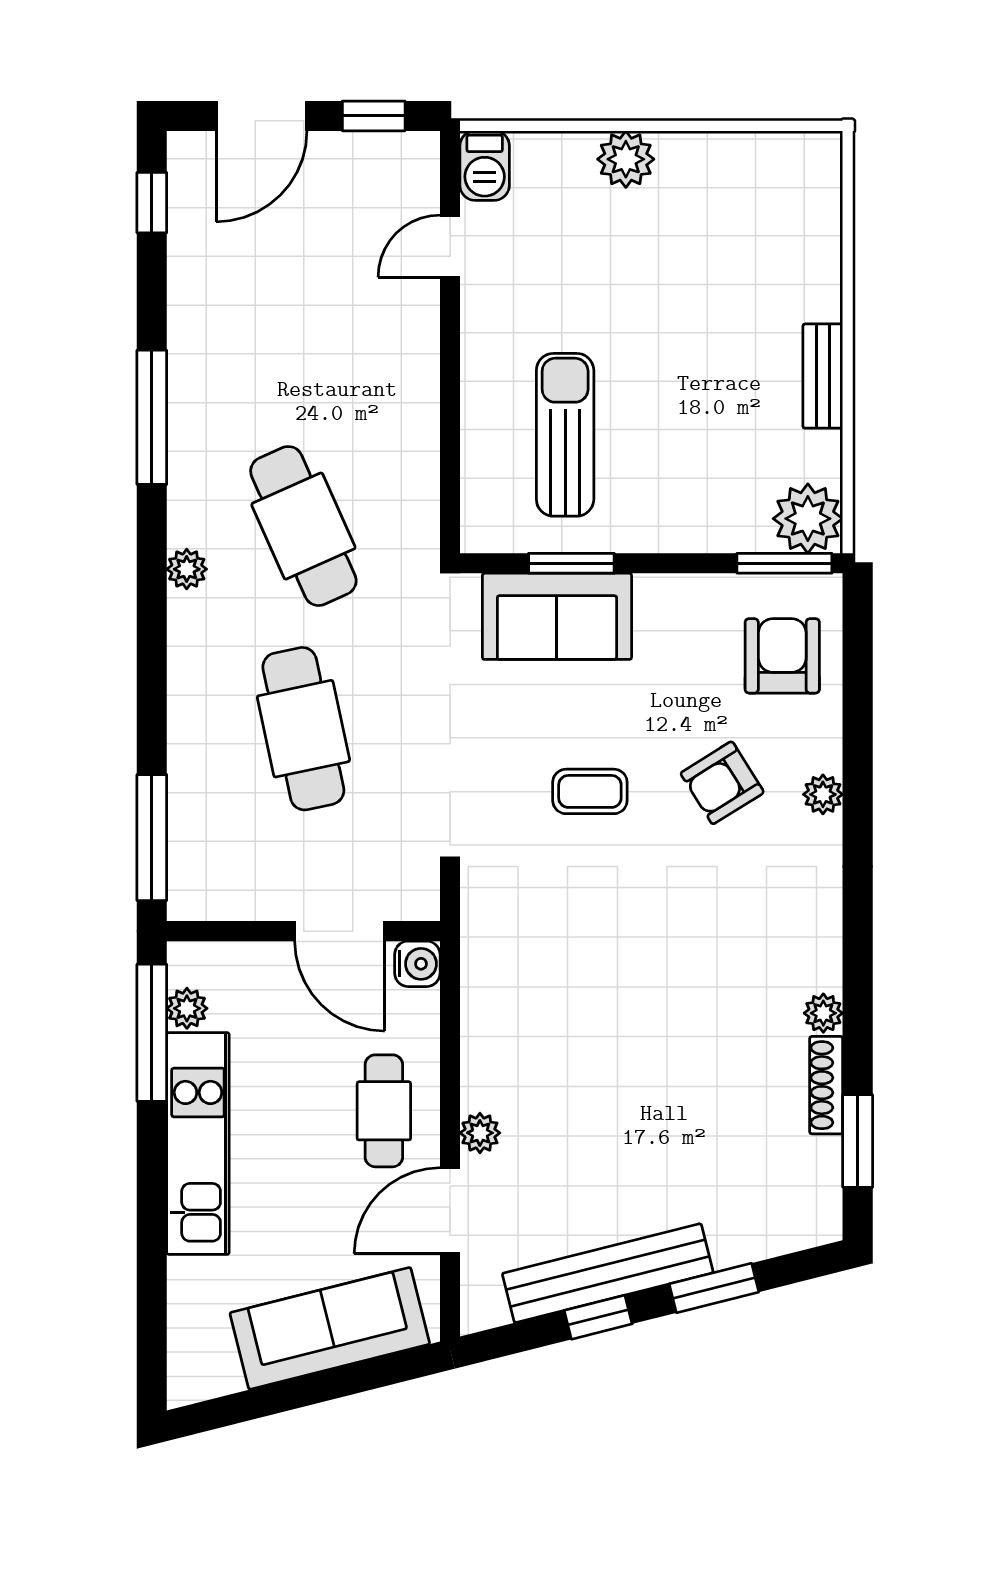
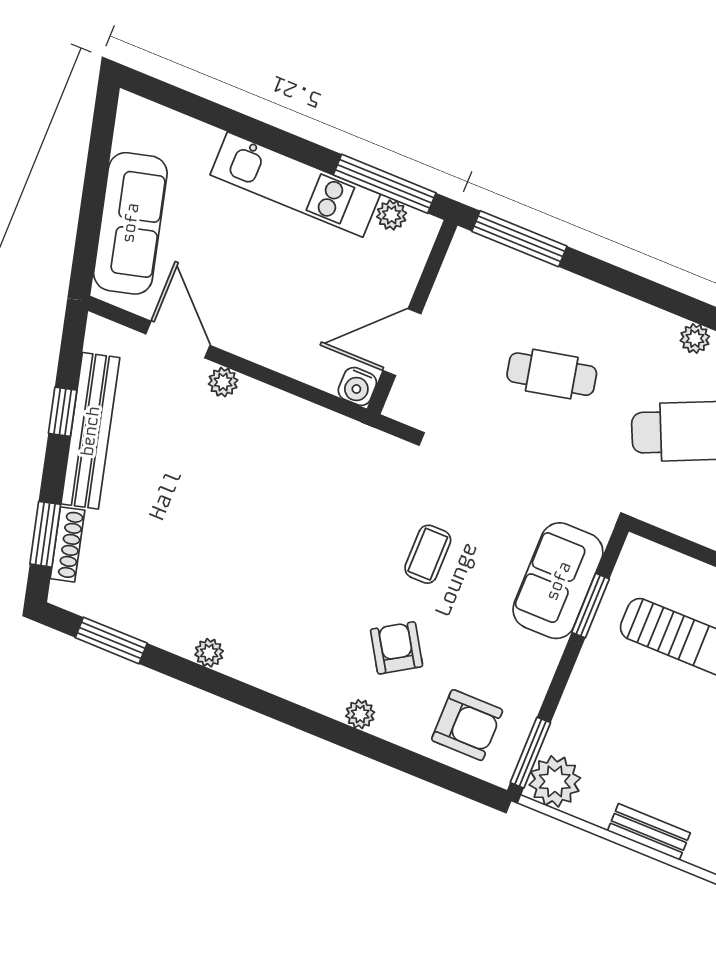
cafe table: (303, 729) -> (552, 374), width x0.73, depth x0.74
shoe rack: (826, 1085) -> (68, 544), moved, turned 76
cafe table: (384, 1111) -> (265, 322), removed
window: (714, 1288) -> (45, 534), moved

